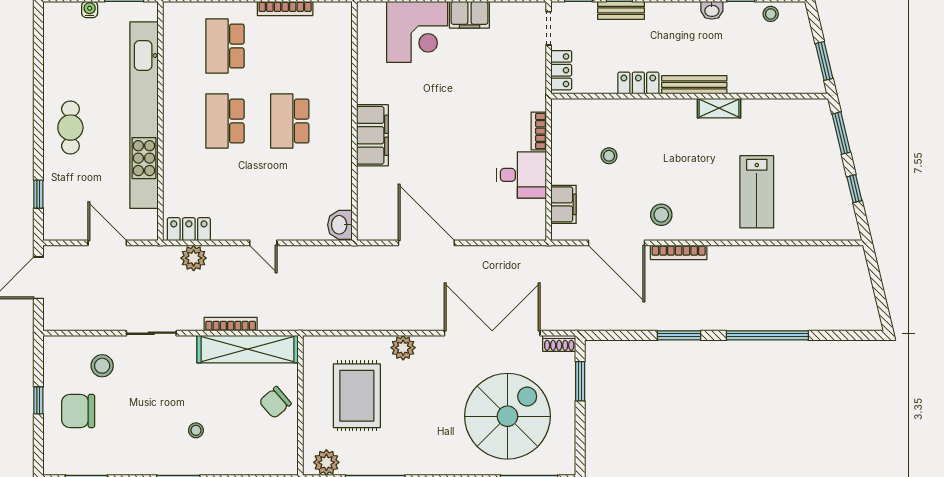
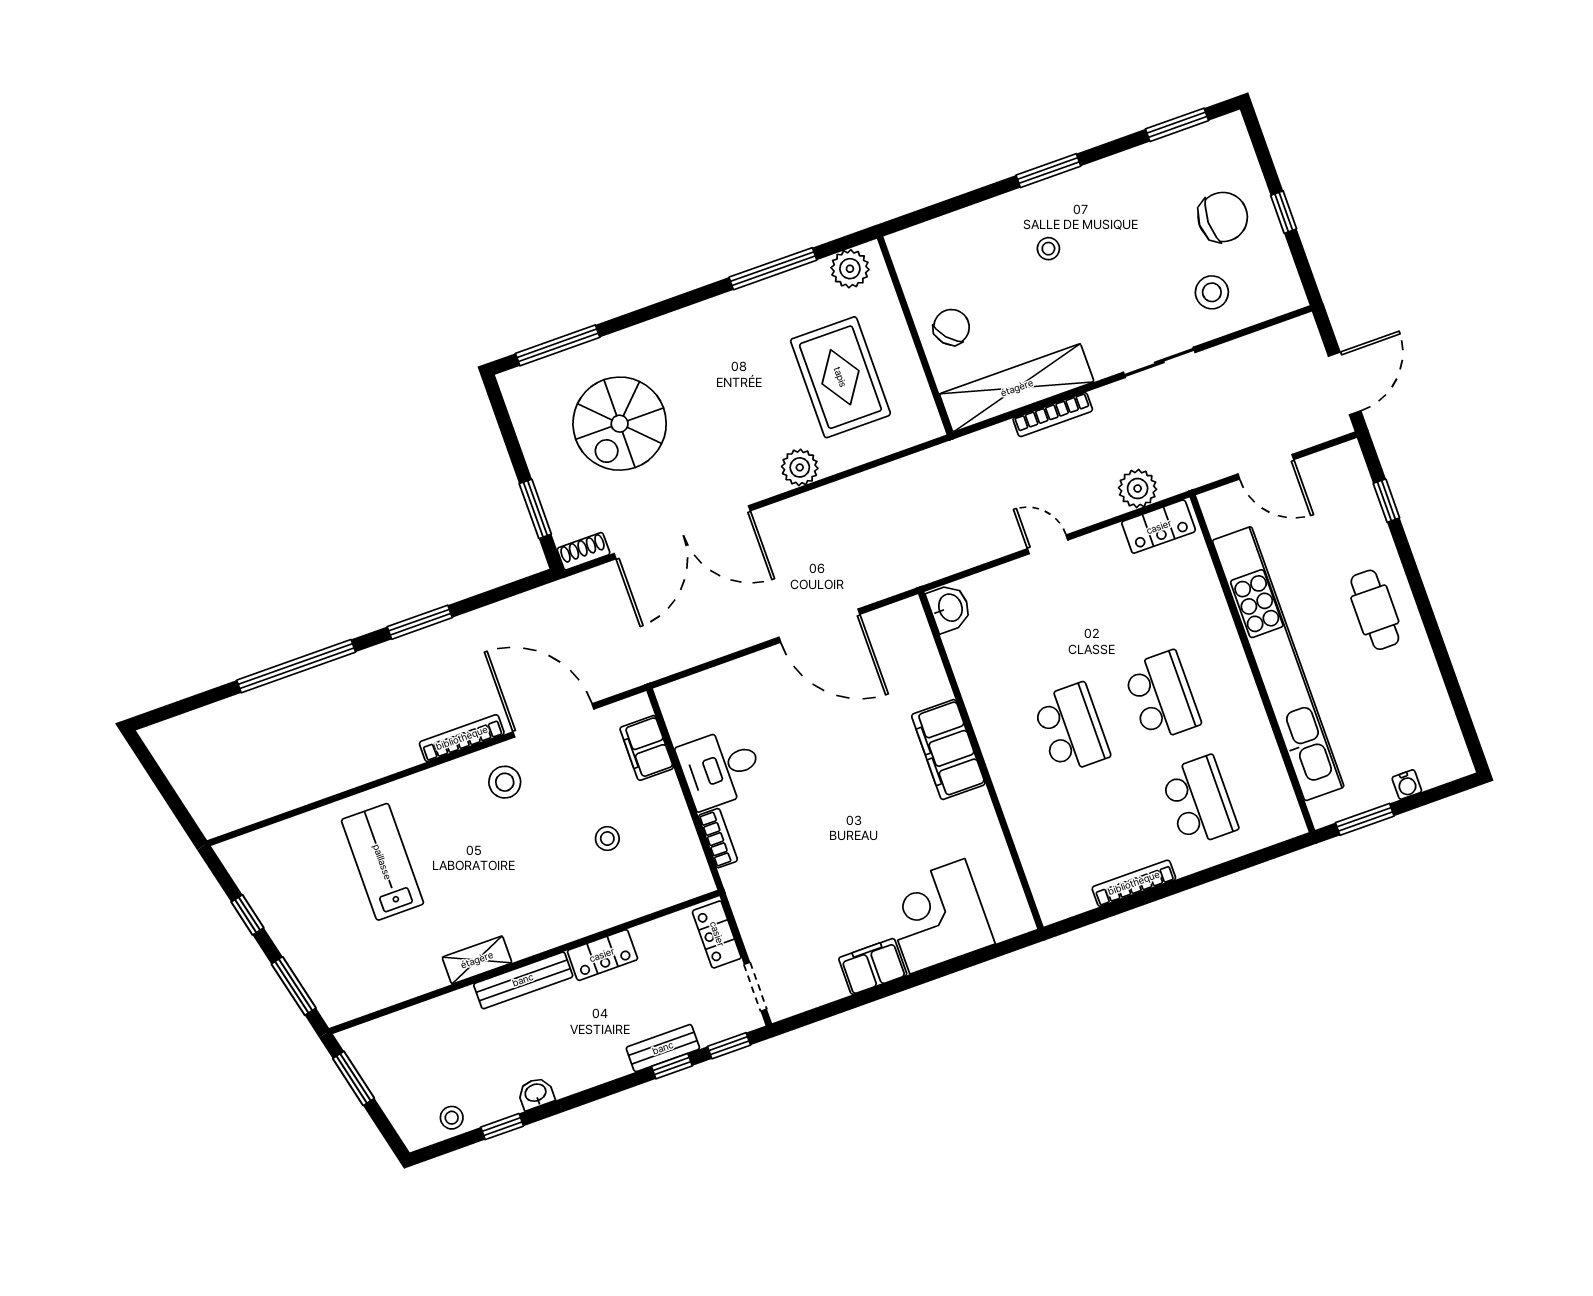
spiral stairs: (507, 416) -> (620, 424), width x0.73, depth x0.73

